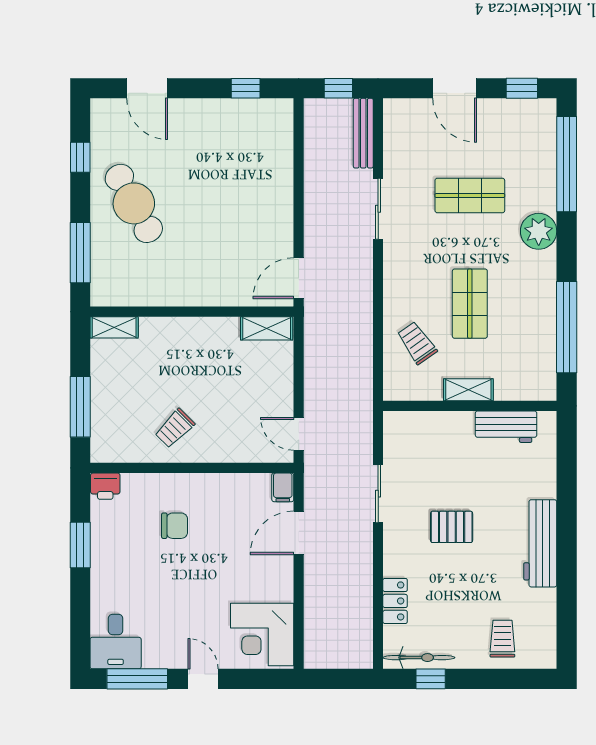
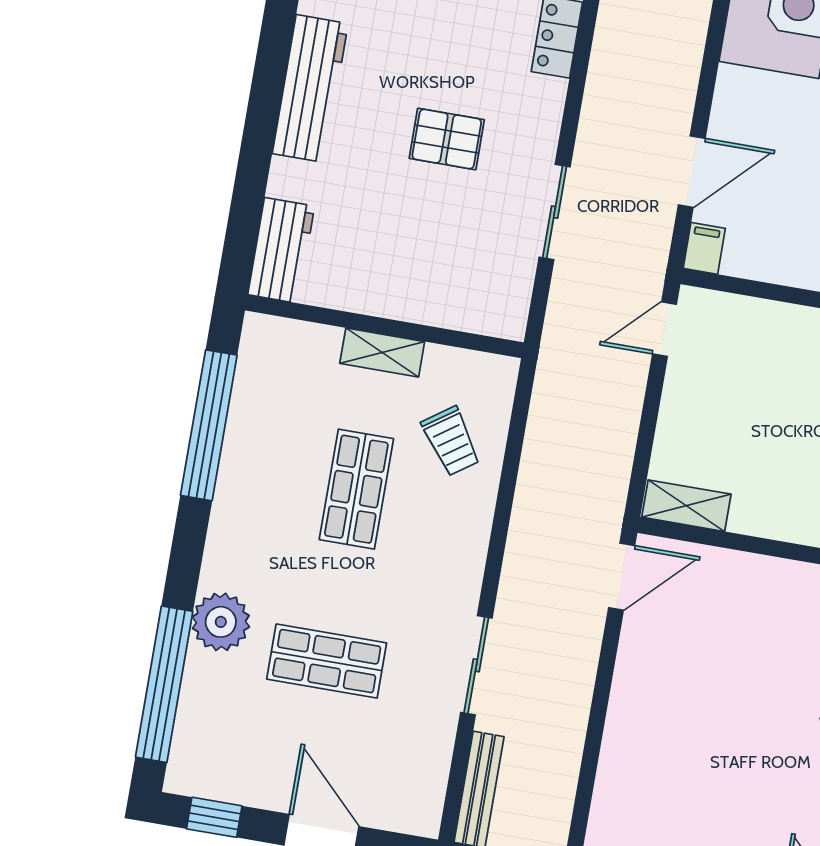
plant: (539, 231) -> (221, 622), moved
workbench: (506, 427) -> (281, 250), moved, turned 90
door: (299, 434) -> (664, 329), swing flipped

